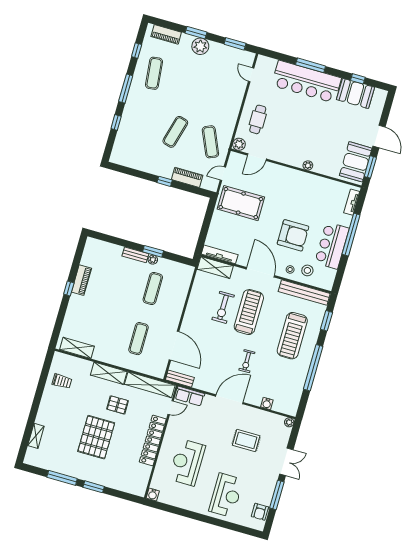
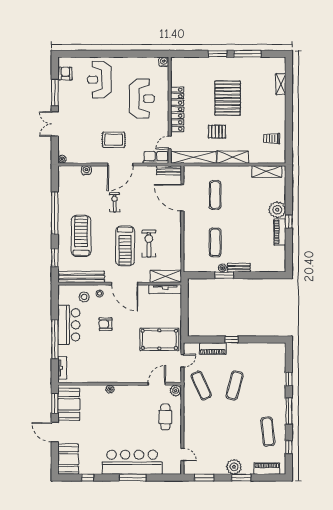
booth: (355, 93) -> (68, 459), moved, turned 90
armchair: (293, 235) -> (105, 324), width x0.53, depth x0.53
plant: (77, 304) -> (277, 210), added
rug: (246, 440) -> (114, 140), moved

